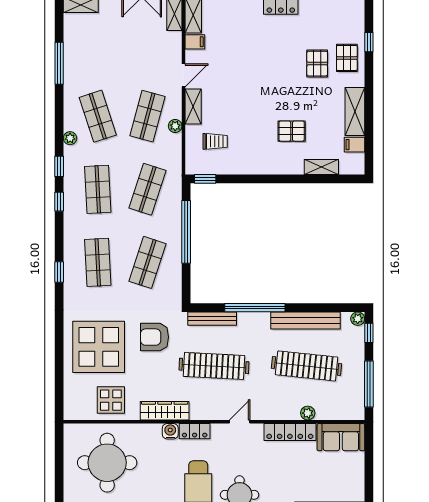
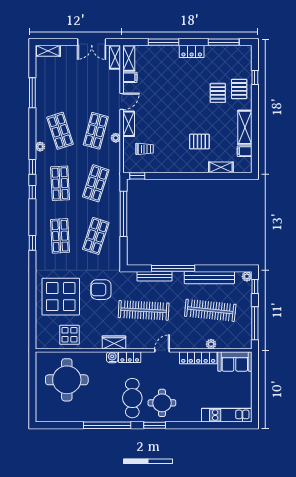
bench: (212, 319) -> (154, 276), moved
wardrobe: (165, 411) -> (114, 342), width x0.67

